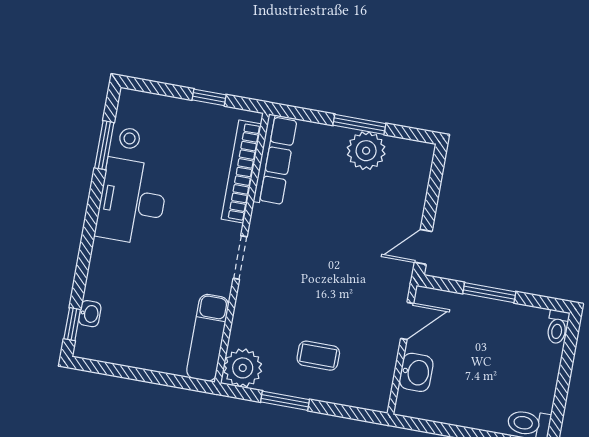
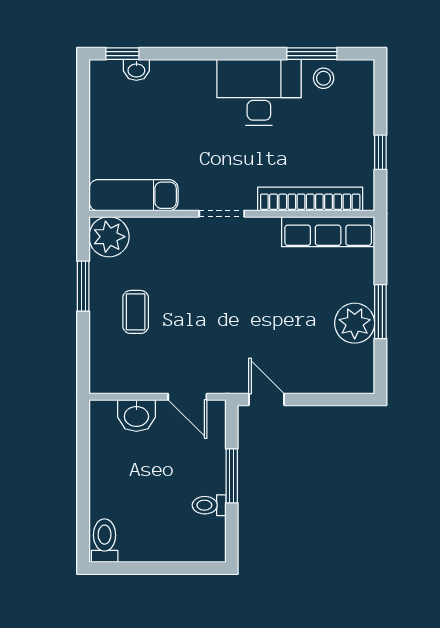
toilet: (557, 327) -> (209, 505), moved

